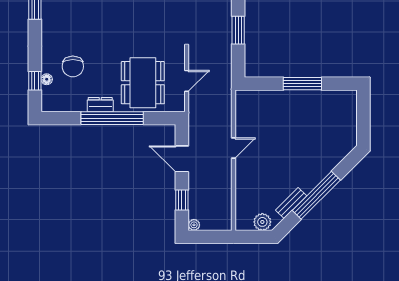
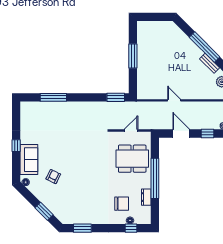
window: (238, 30) -> (116, 97), moved
door: (187, 81) -> (131, 131), hinge flipped
dresser: (100, 105) -> (146, 197), moved
door: (182, 159) -> (181, 134), swing flipped

